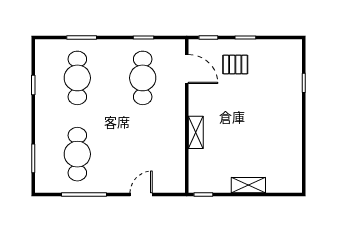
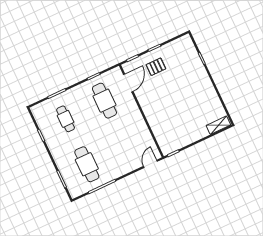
door: (187, 69) -> (128, 83), hinge flipped
cafe table: (77, 78) -> (66, 119), width x0.73, depth x0.74
shelving: (196, 132) -> (151, 118), removed
shelving: (248, 185) -> (218, 125), moved
door: (141, 195) -> (150, 164), moved

